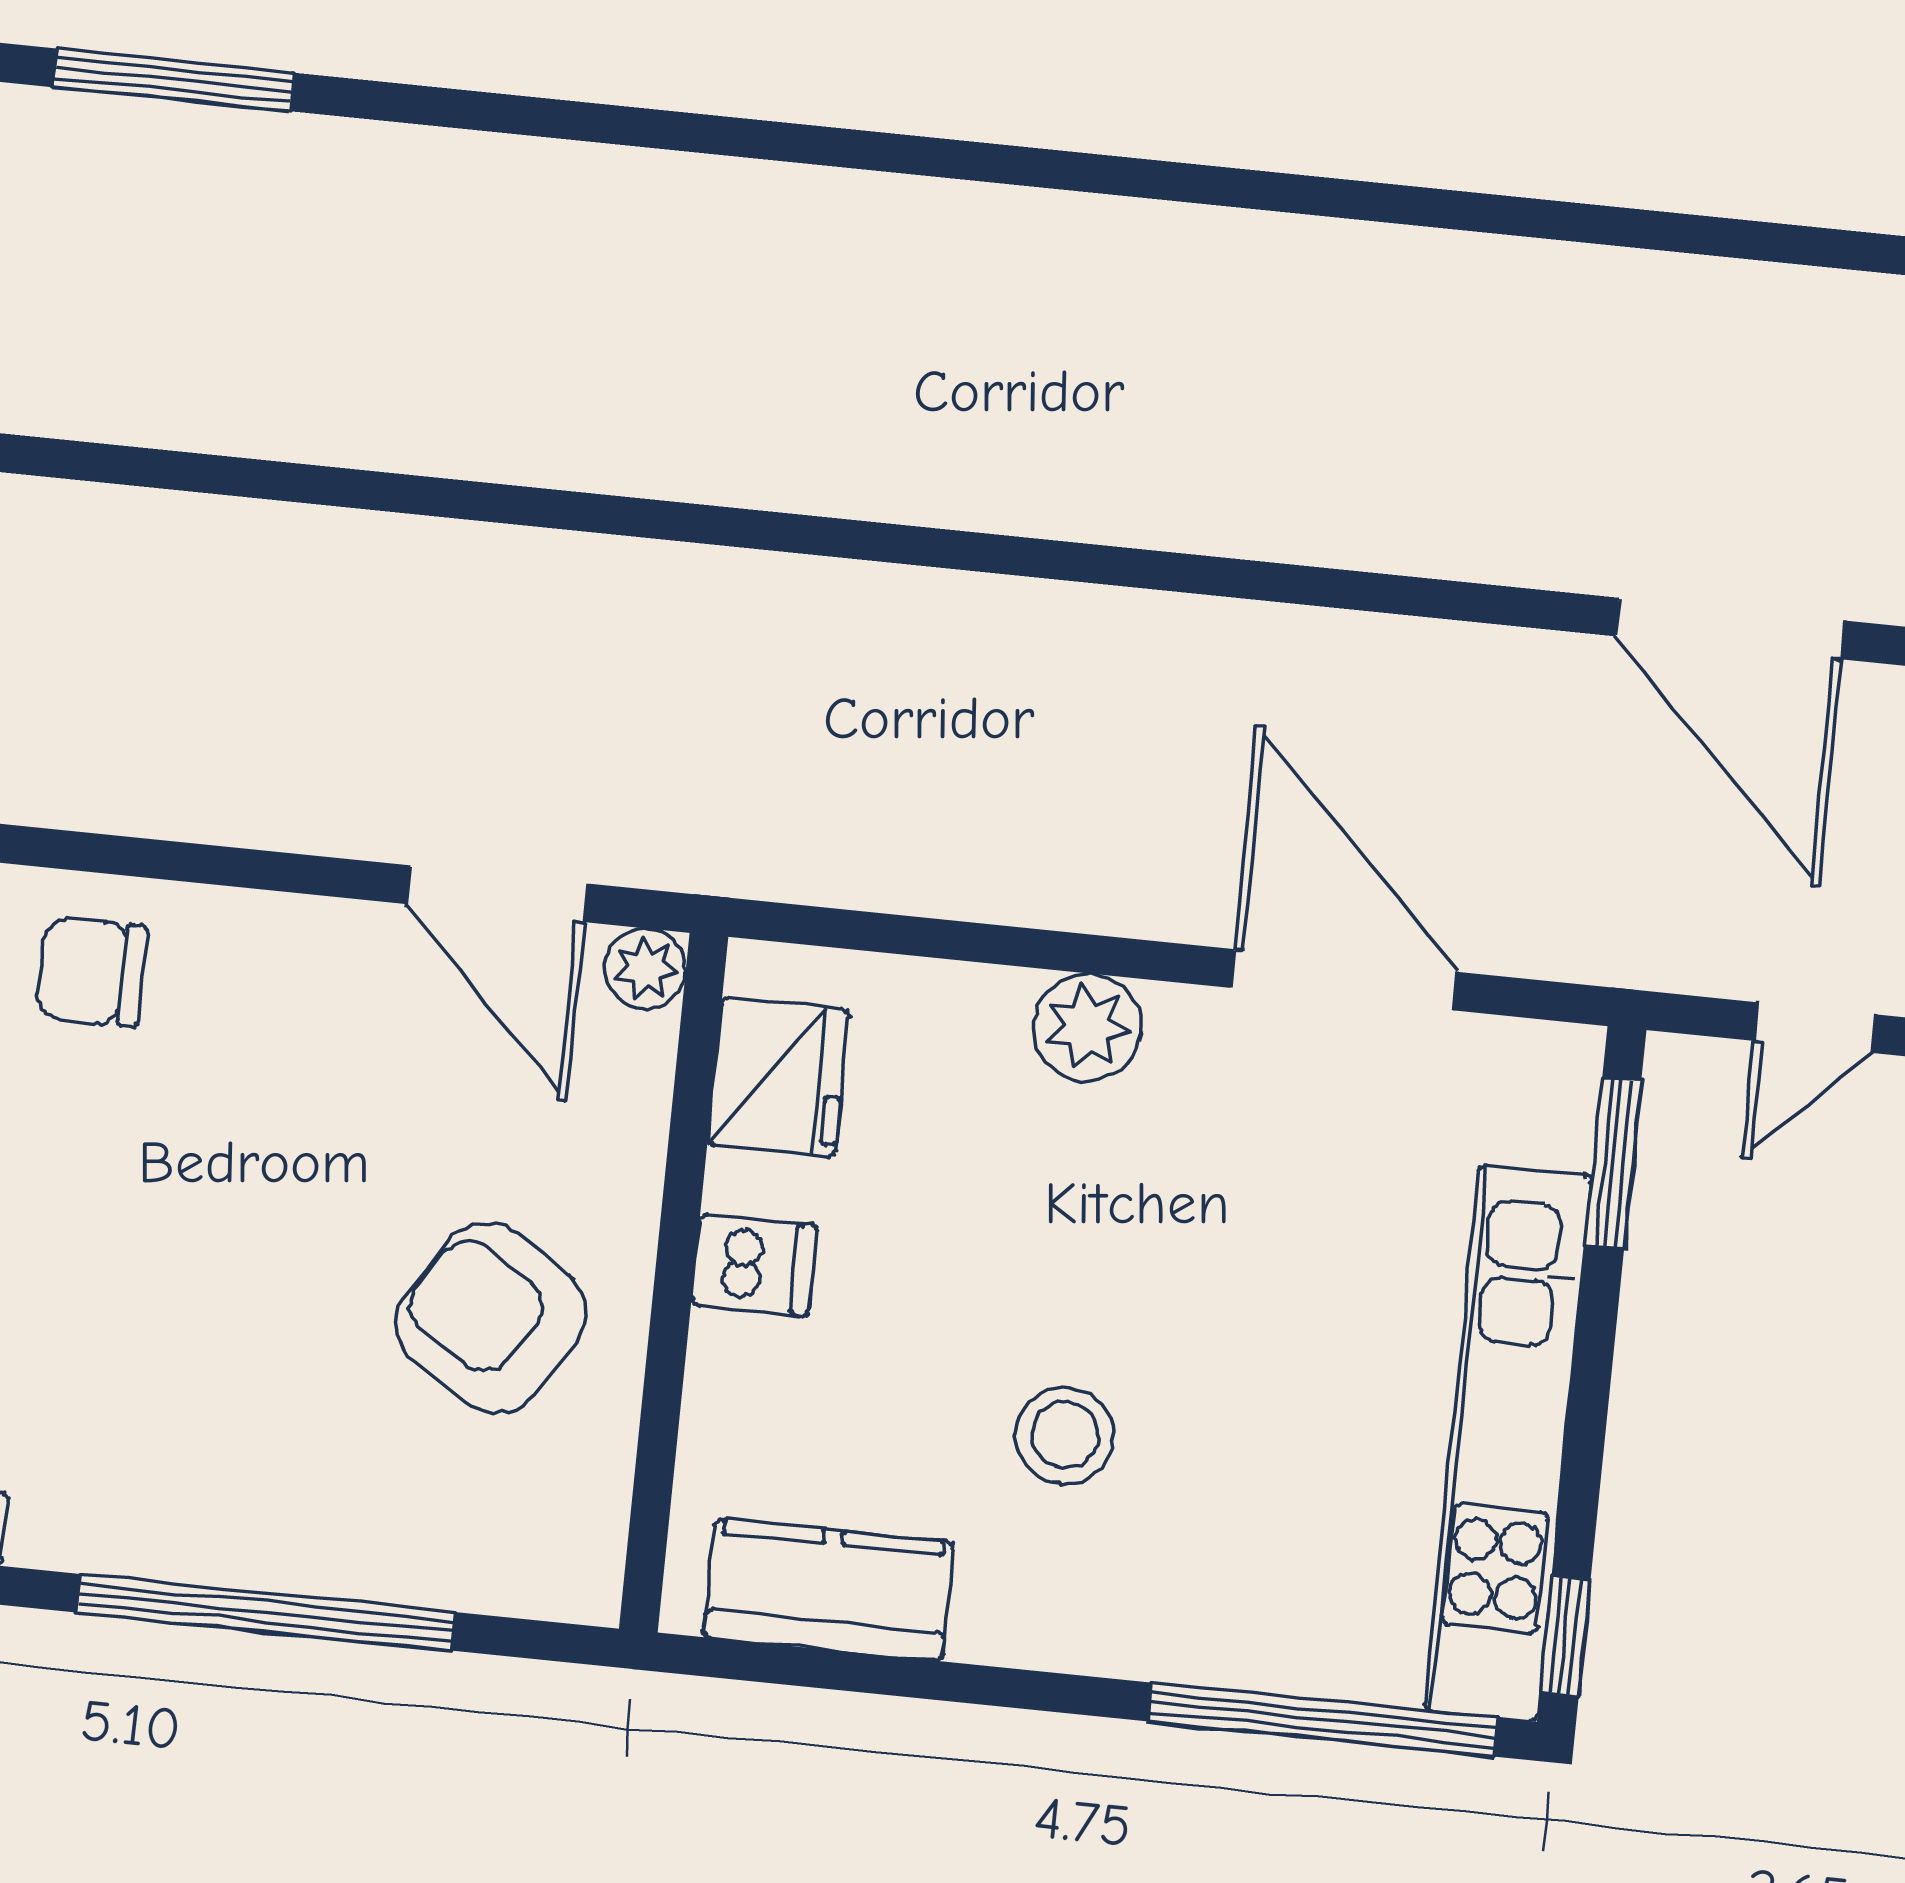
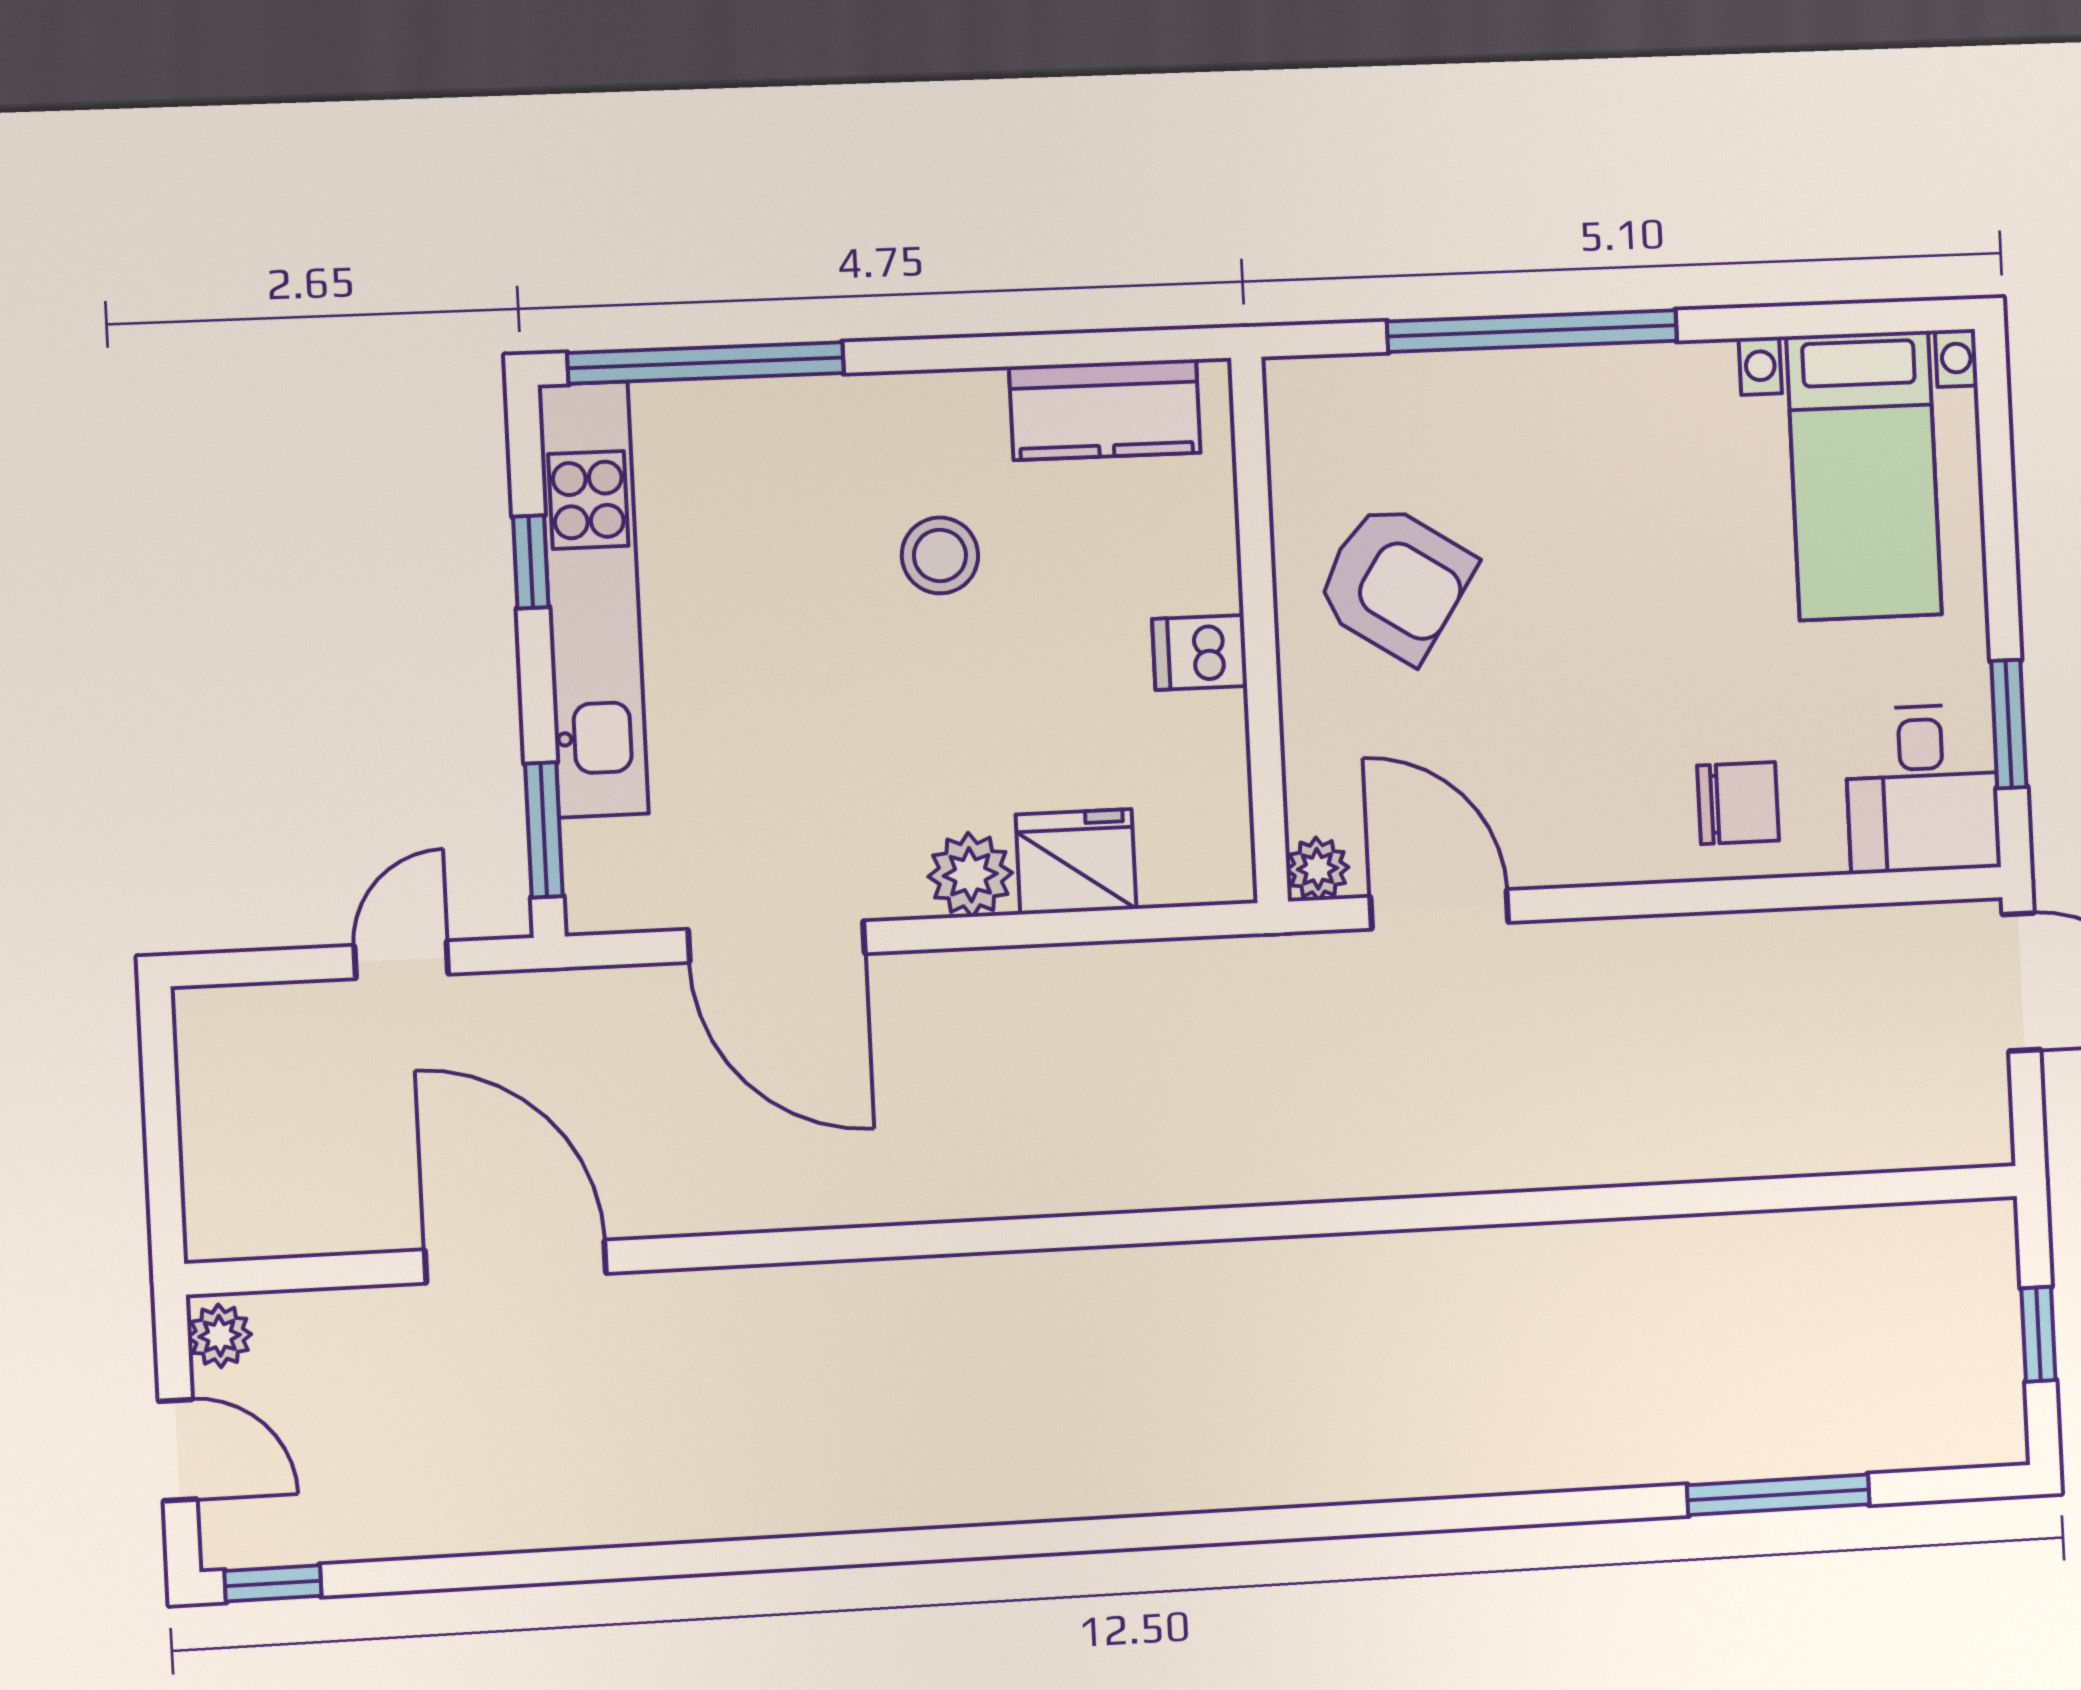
fridge: (778, 1077) -> (1076, 862), moved, turned 90
window: (1565, 1636) -> (531, 562), moved

